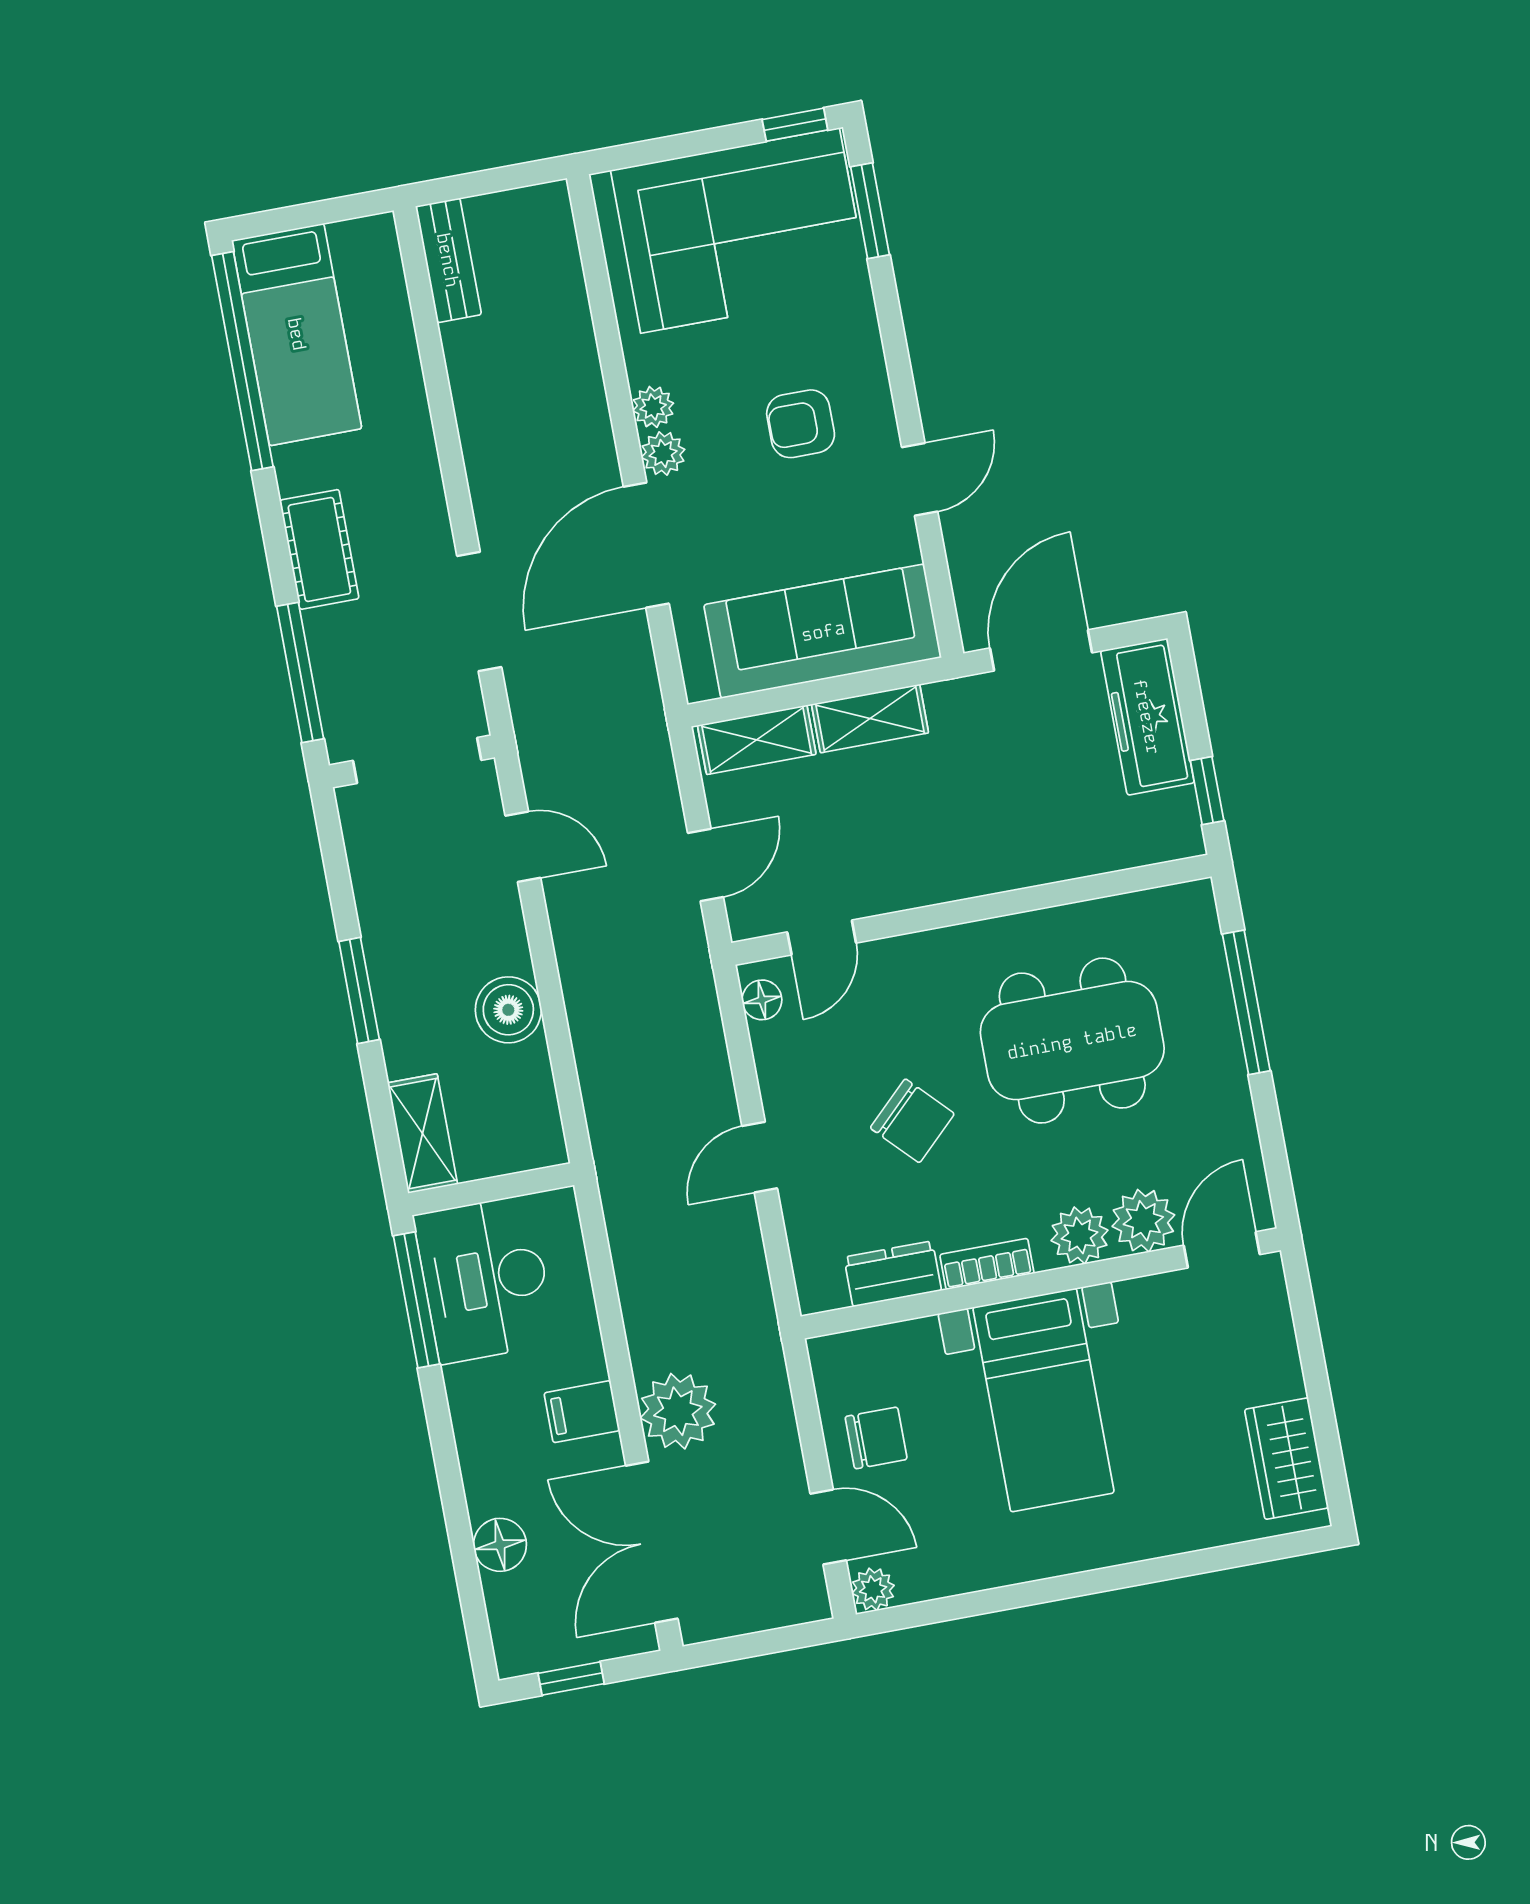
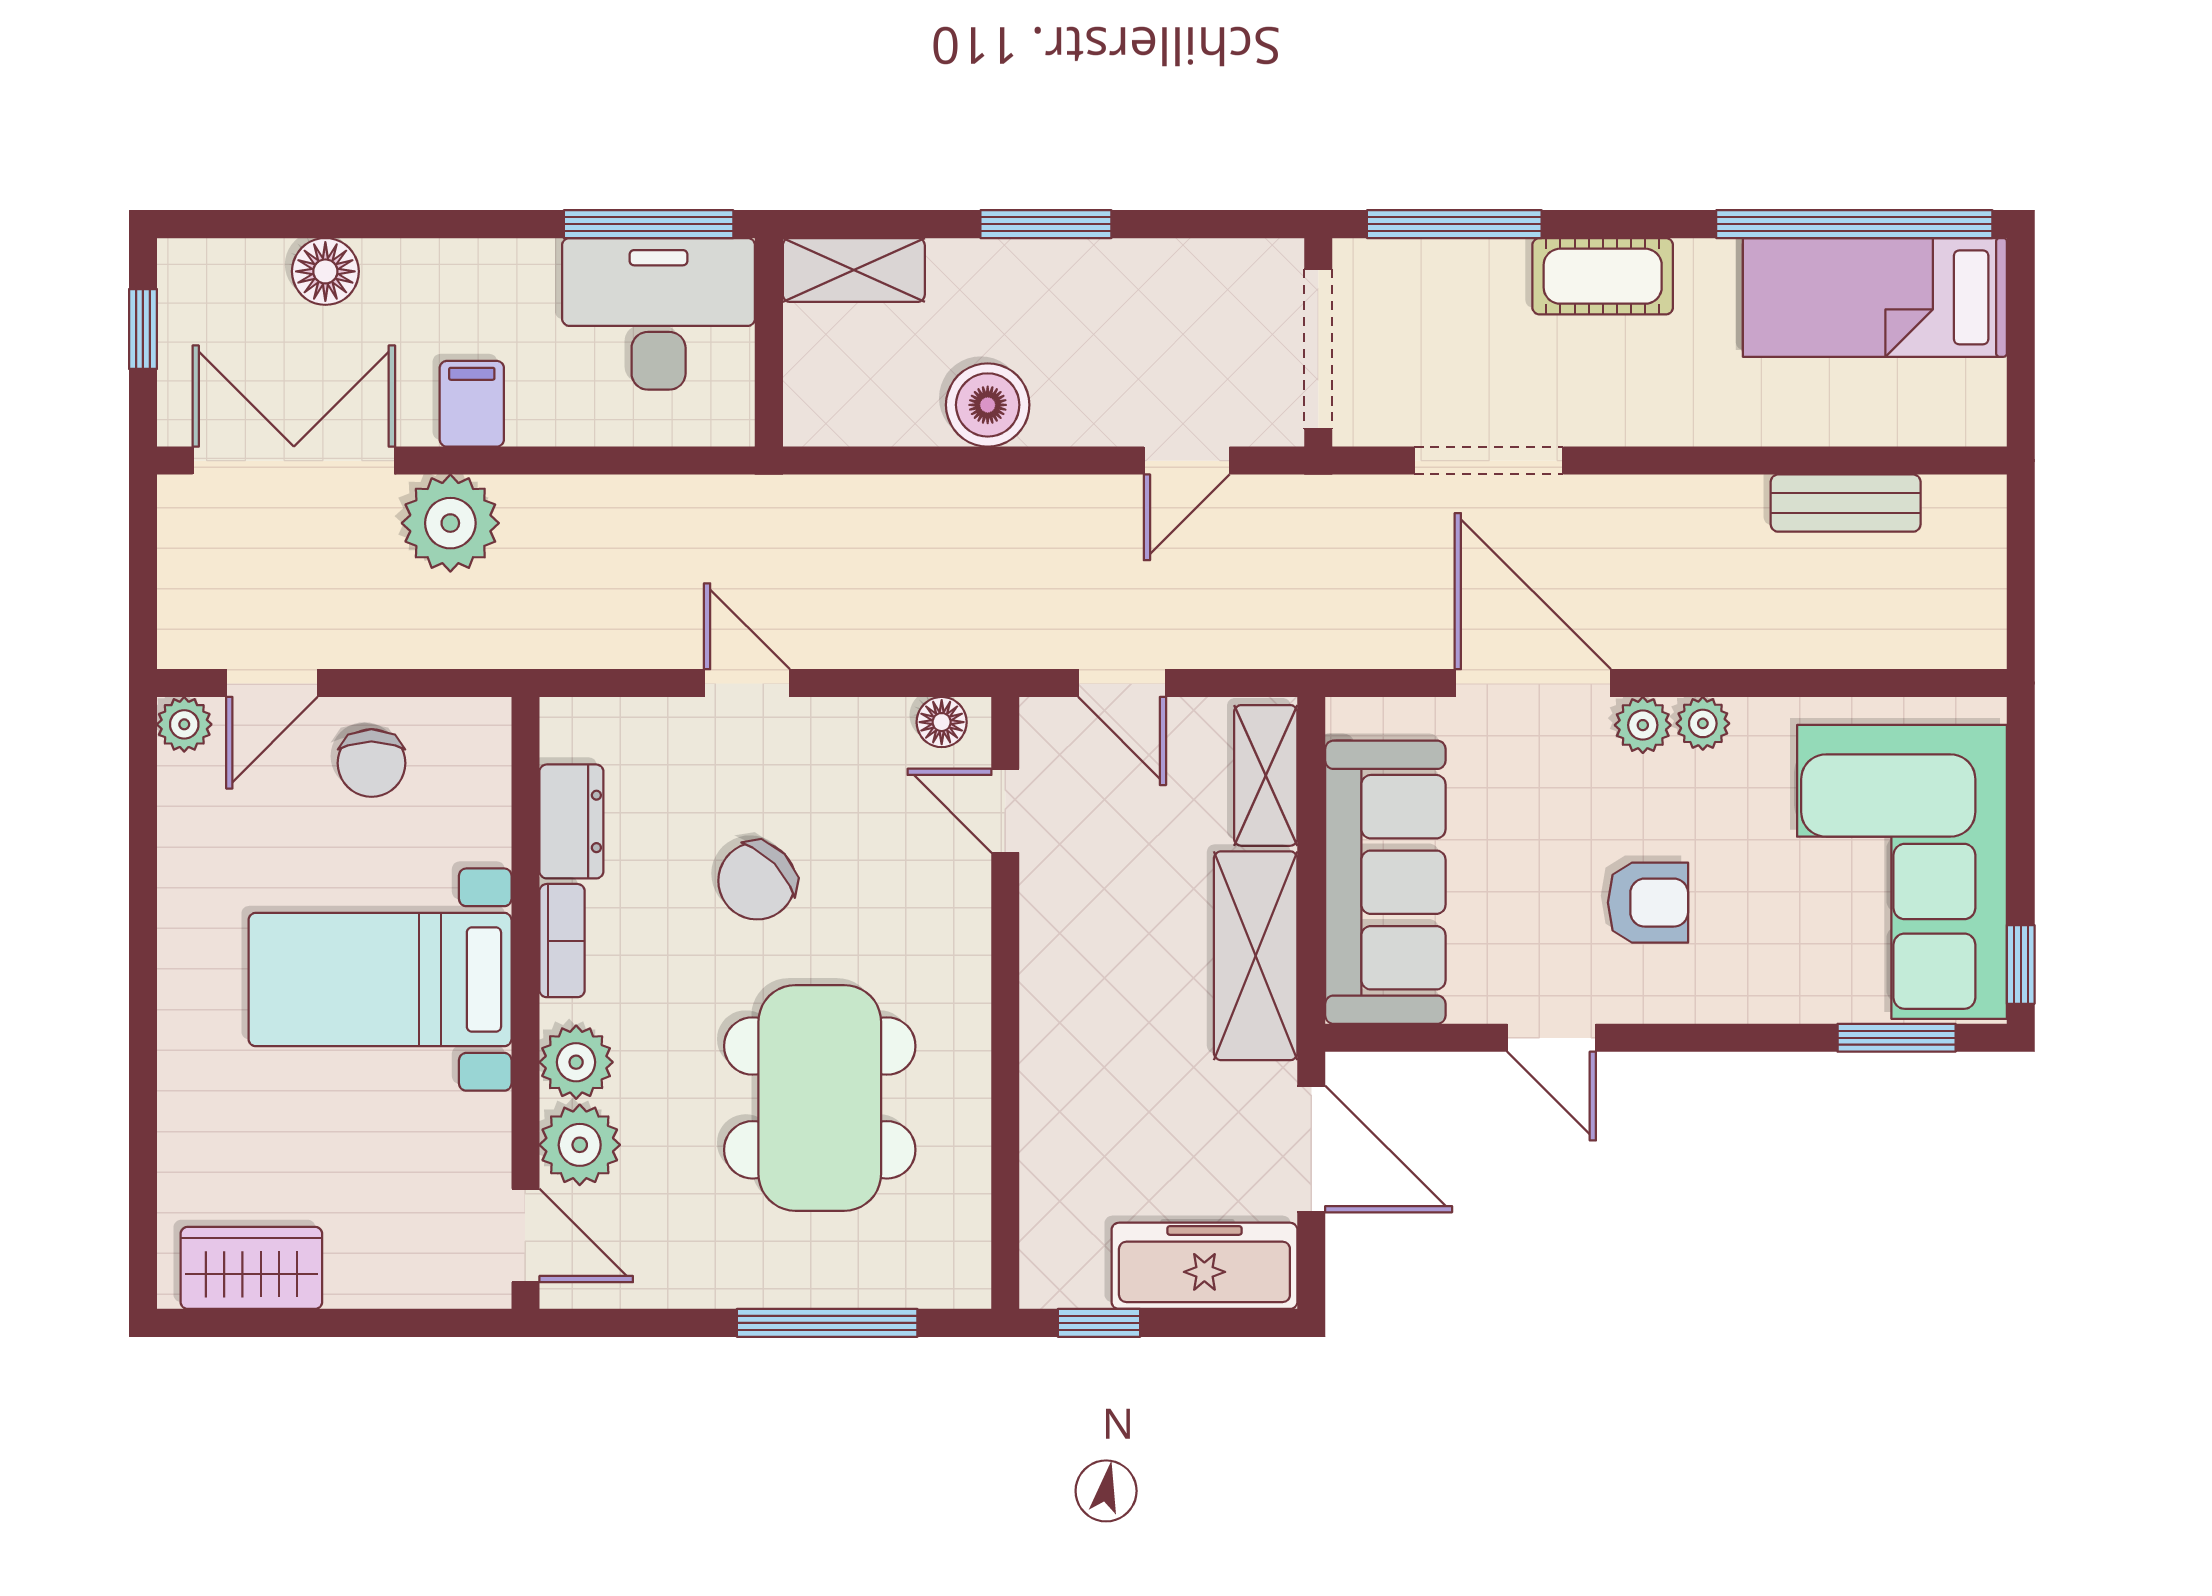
bench: (448, 260) -> (1846, 503), moved
armchair: (801, 424) -> (1648, 903), turned 90
shelving: (870, 719) -> (1256, 956), width x1.50, depth x1.33

